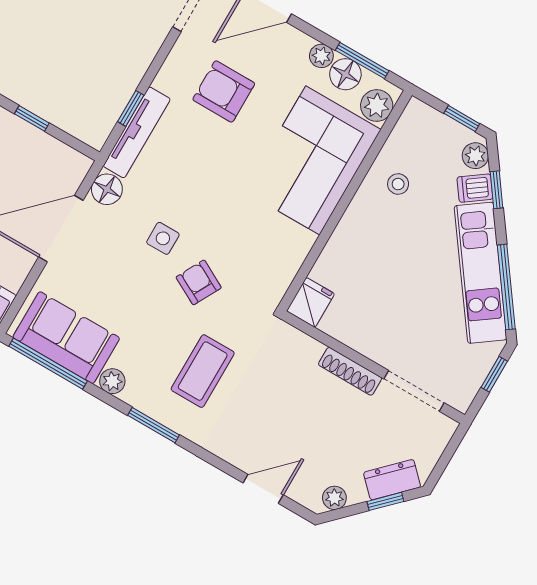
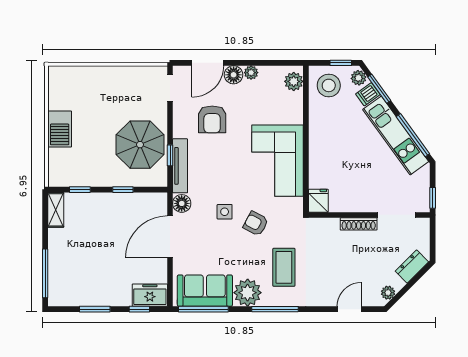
window: (362, 60) -> (273, 63), removed
parasol: (96, 67) -> (140, 145), added
floor lamp: (345, 74) -> (234, 75), moved
armchair: (224, 91) -> (212, 119), turned -90
corner sofa: (313, 160) -> (278, 161), moved
stool: (398, 184) -> (329, 85), moved, width x1.89, depth x1.89
window: (497, 190) -> (379, 89), width x1.50
window: (494, 374) -> (433, 198), moved
plant: (112, 381) -> (248, 293), width x1.87, depth x1.87
window: (154, 425) -> (275, 309), width x1.44
window: (385, 501) -> (415, 279), removed

